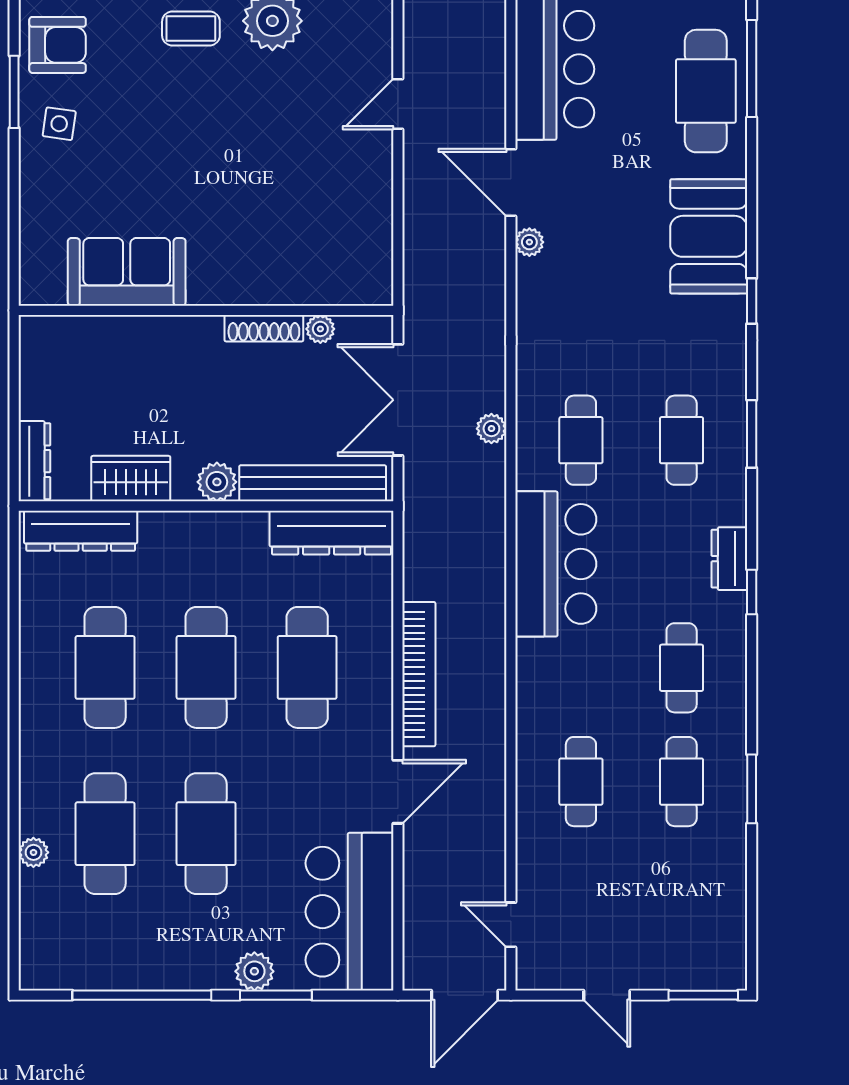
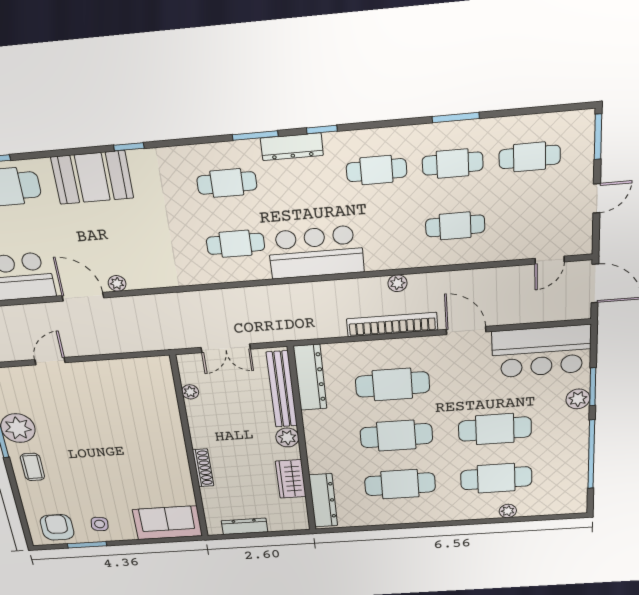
door: (398, 104) -> (50, 361), swing flipped
door: (511, 183) -> (83, 297), swing flipped
sofa: (127, 272) -> (167, 523), moved, turned 90
shoe rack: (264, 328) -> (203, 468), moved
double door: (398, 400) -> (226, 348), width x0.73
plant: (491, 429) -> (397, 283), moved
window: (752, 434) -> (255, 135), moved
dresser: (34, 461) -> (245, 526), moved
dresser: (729, 559) -> (292, 147), width x1.44
cafe table: (682, 895) -> (530, 157), added

